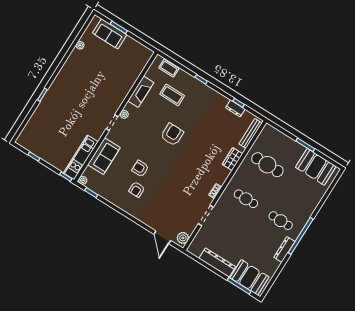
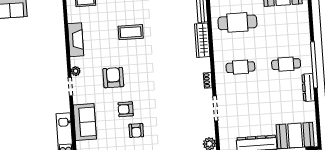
coffee table: (172, 95) -> (131, 32), moved
armchair: (172, 134) -> (113, 78), moved
wardrobe: (232, 159) -> (202, 40), width x1.50

